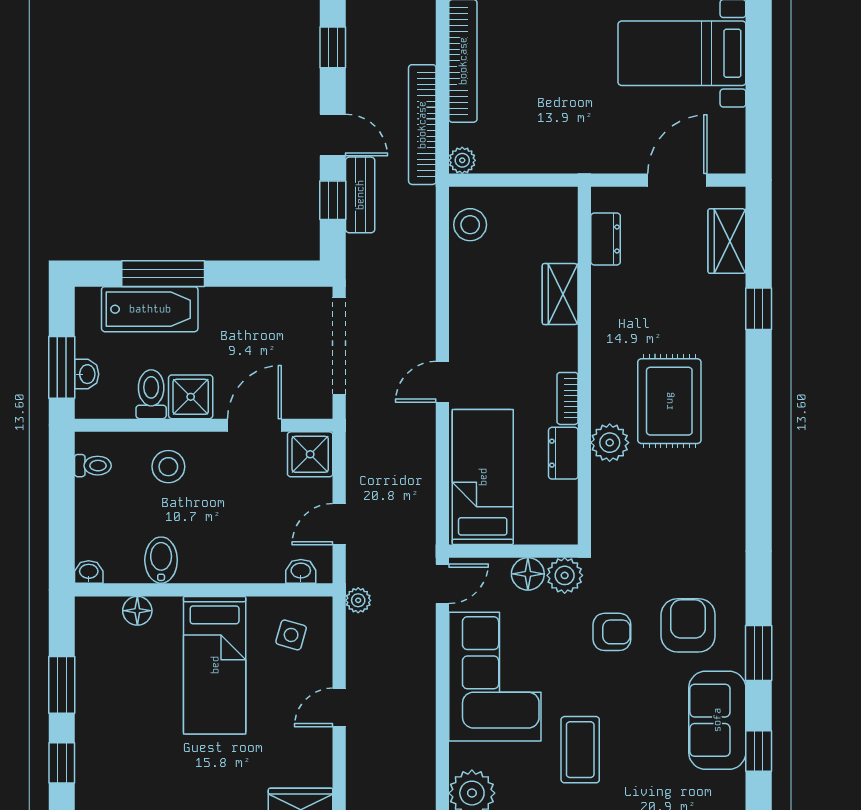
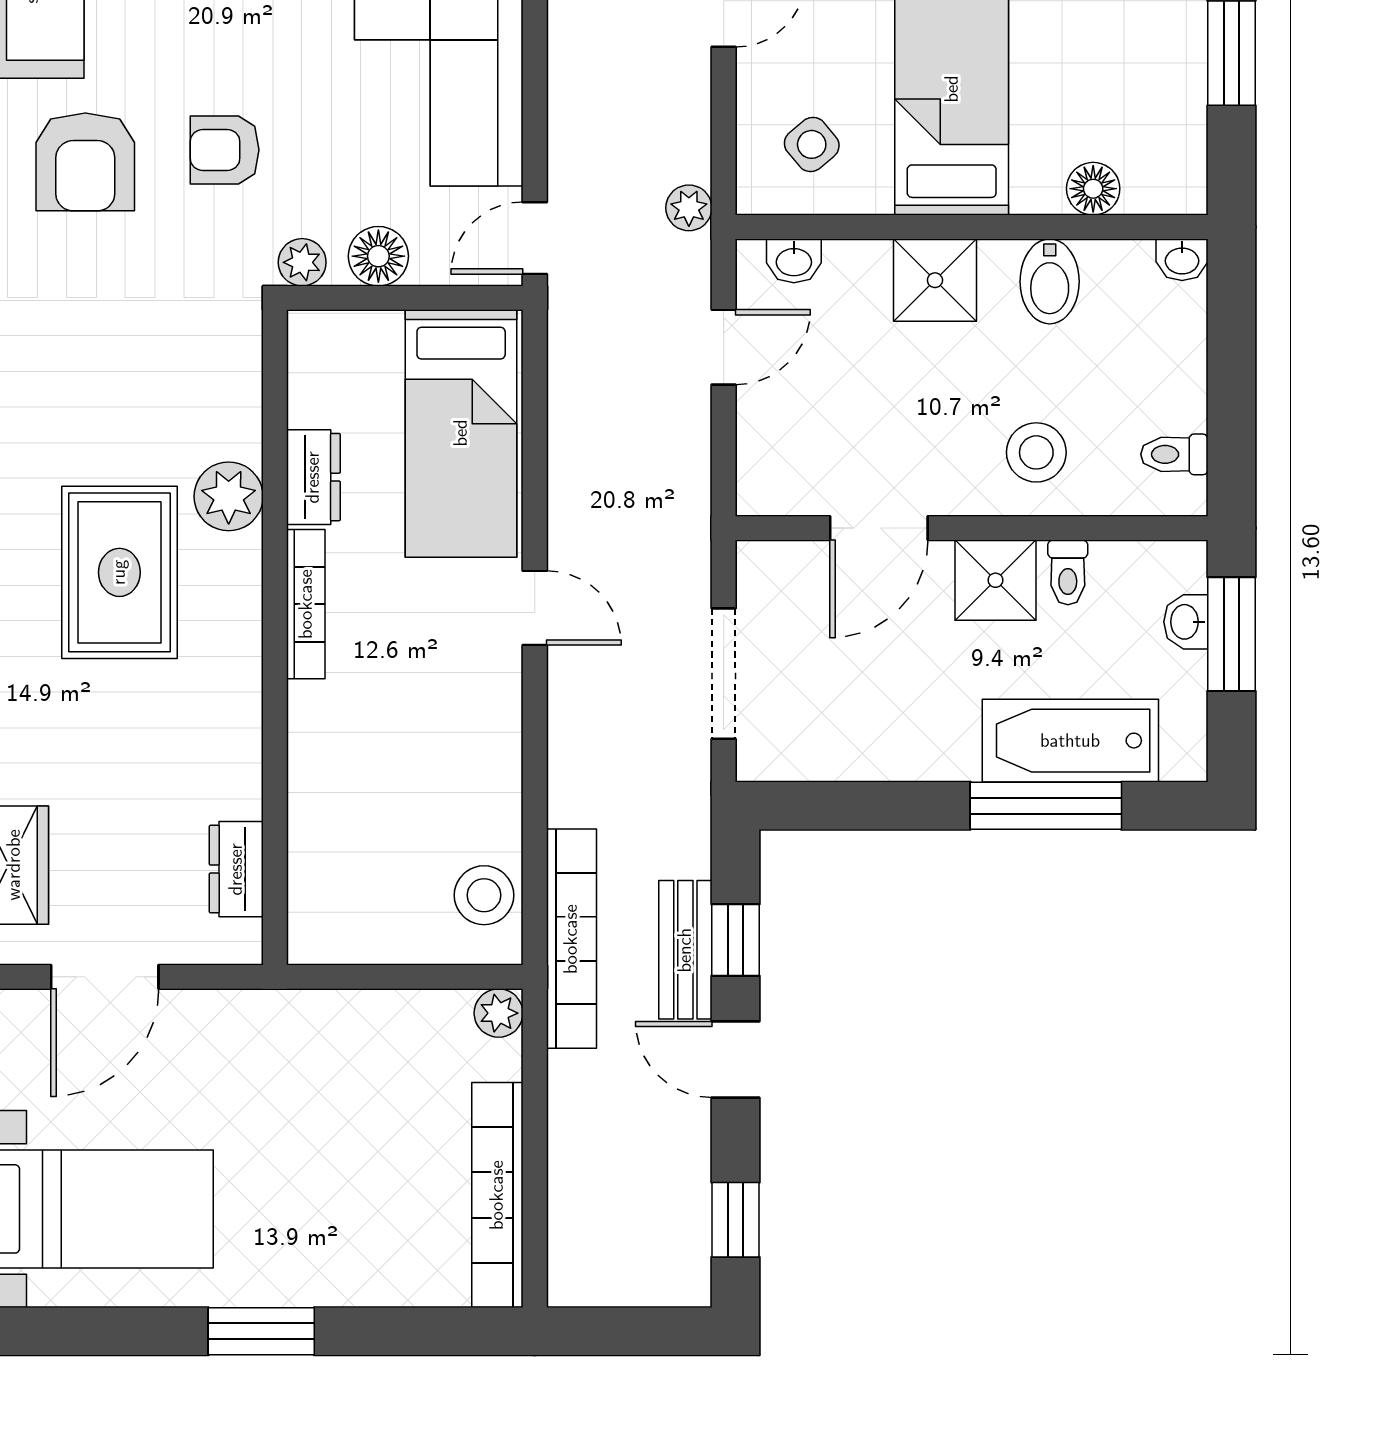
bookcase: (422, 125) -> (571, 939), moved
wardrobe: (560, 294) -> (319, 768), removed
doorway: (339, 346) -> (724, 674), width x0.73
door: (442, 382) -> (535, 608), hinge flipped
toilet: (151, 394) -> (1068, 572), width x0.73, depth x0.72
bookcase: (568, 398) -> (306, 604), width x1.56
shower: (310, 454) -> (935, 280), moved
plant: (565, 575) -> (302, 262), width x0.73, depth x0.73
side table: (291, 635) -> (812, 144), turned 34

